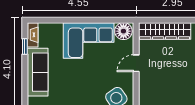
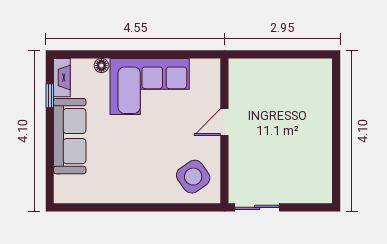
floor lamp: (123, 31) -> (101, 65), moved, width x0.53, depth x0.53
wardrobe: (165, 31) -> (269, 71), removed

